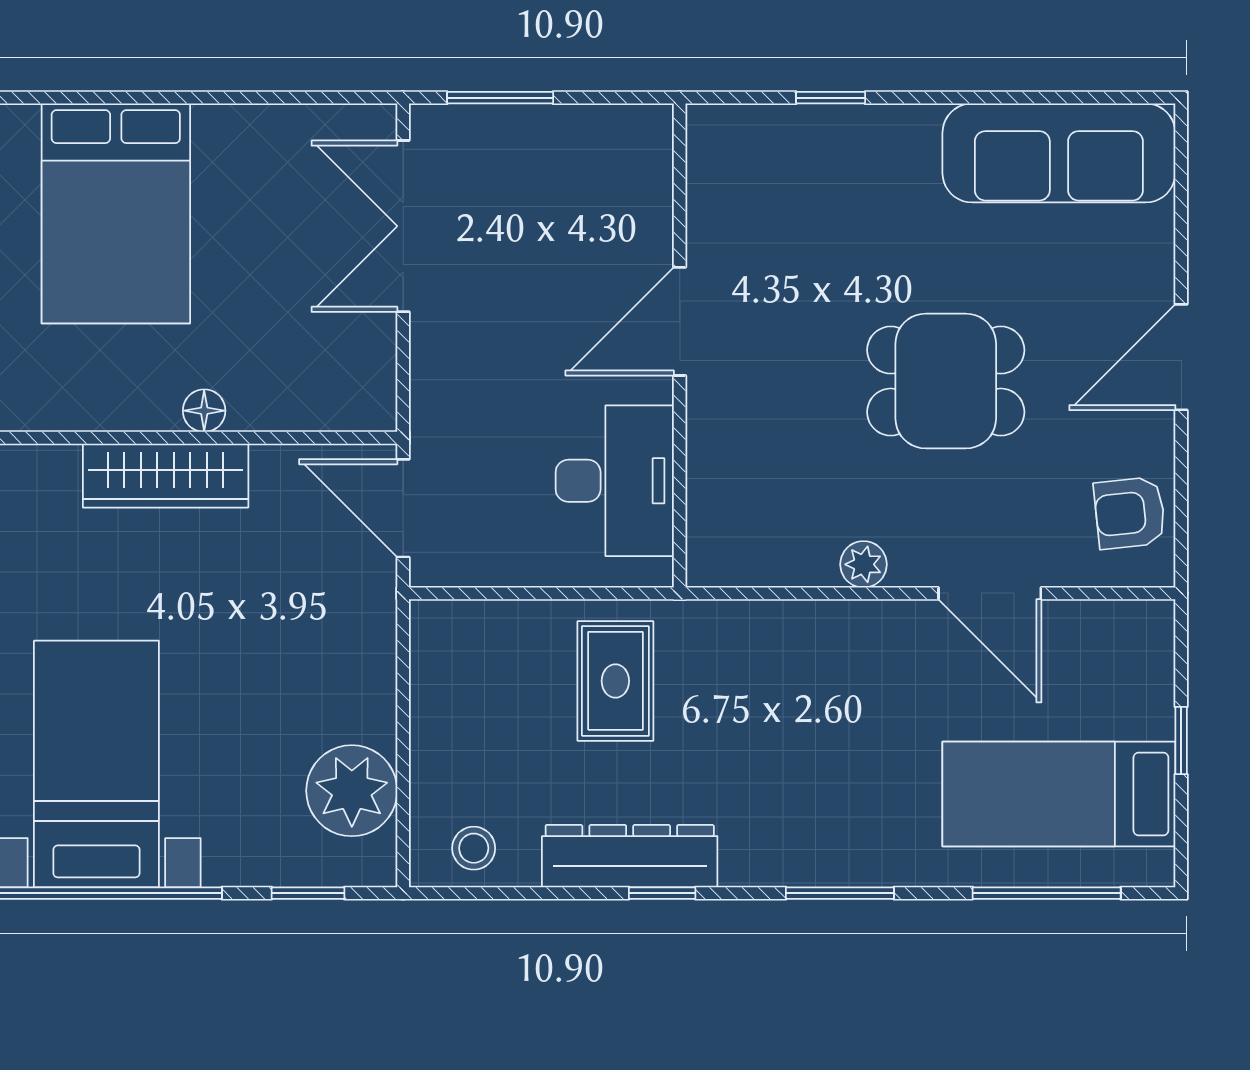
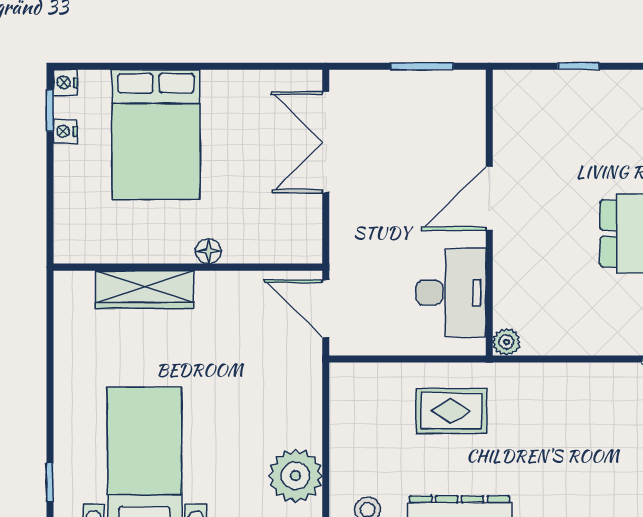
window: (500, 98) -> (422, 66), moved
wardrobe: (166, 476) -> (145, 289), moved
plant: (864, 564) -> (506, 342), moved
rug: (615, 681) -> (451, 411), turned 90

